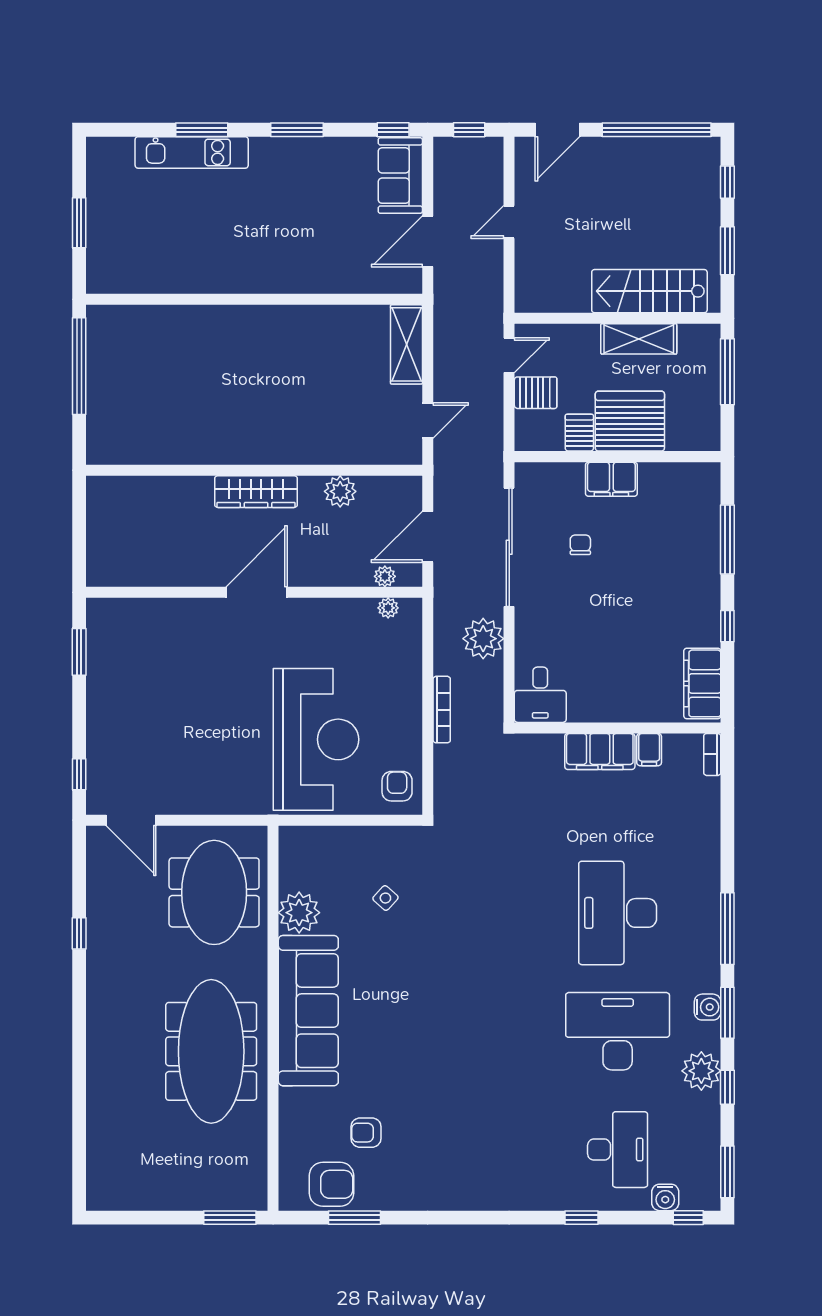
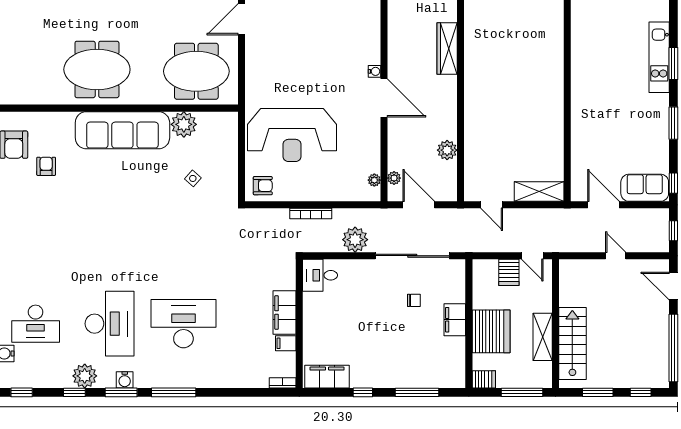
server rack: (579, 433) -> (484, 379), moved
wardrobe: (256, 492) -> (447, 49), moved
water cooler: (214, 607) -> (375, 71), added
meeting table: (211, 1051) -> (97, 69), width x0.73
window: (727, 1172) -> (22, 392), width x0.67

